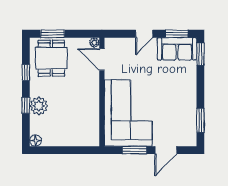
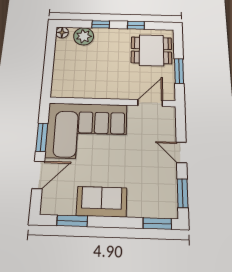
window: (53, 34) -> (179, 71), moved
plant: (94, 43) -> (170, 95), removed
sofa: (177, 49) -> (102, 202), moved, turned 90
plant: (39, 106) -> (84, 36), moved
door: (166, 150) -> (38, 175), swing flipped

